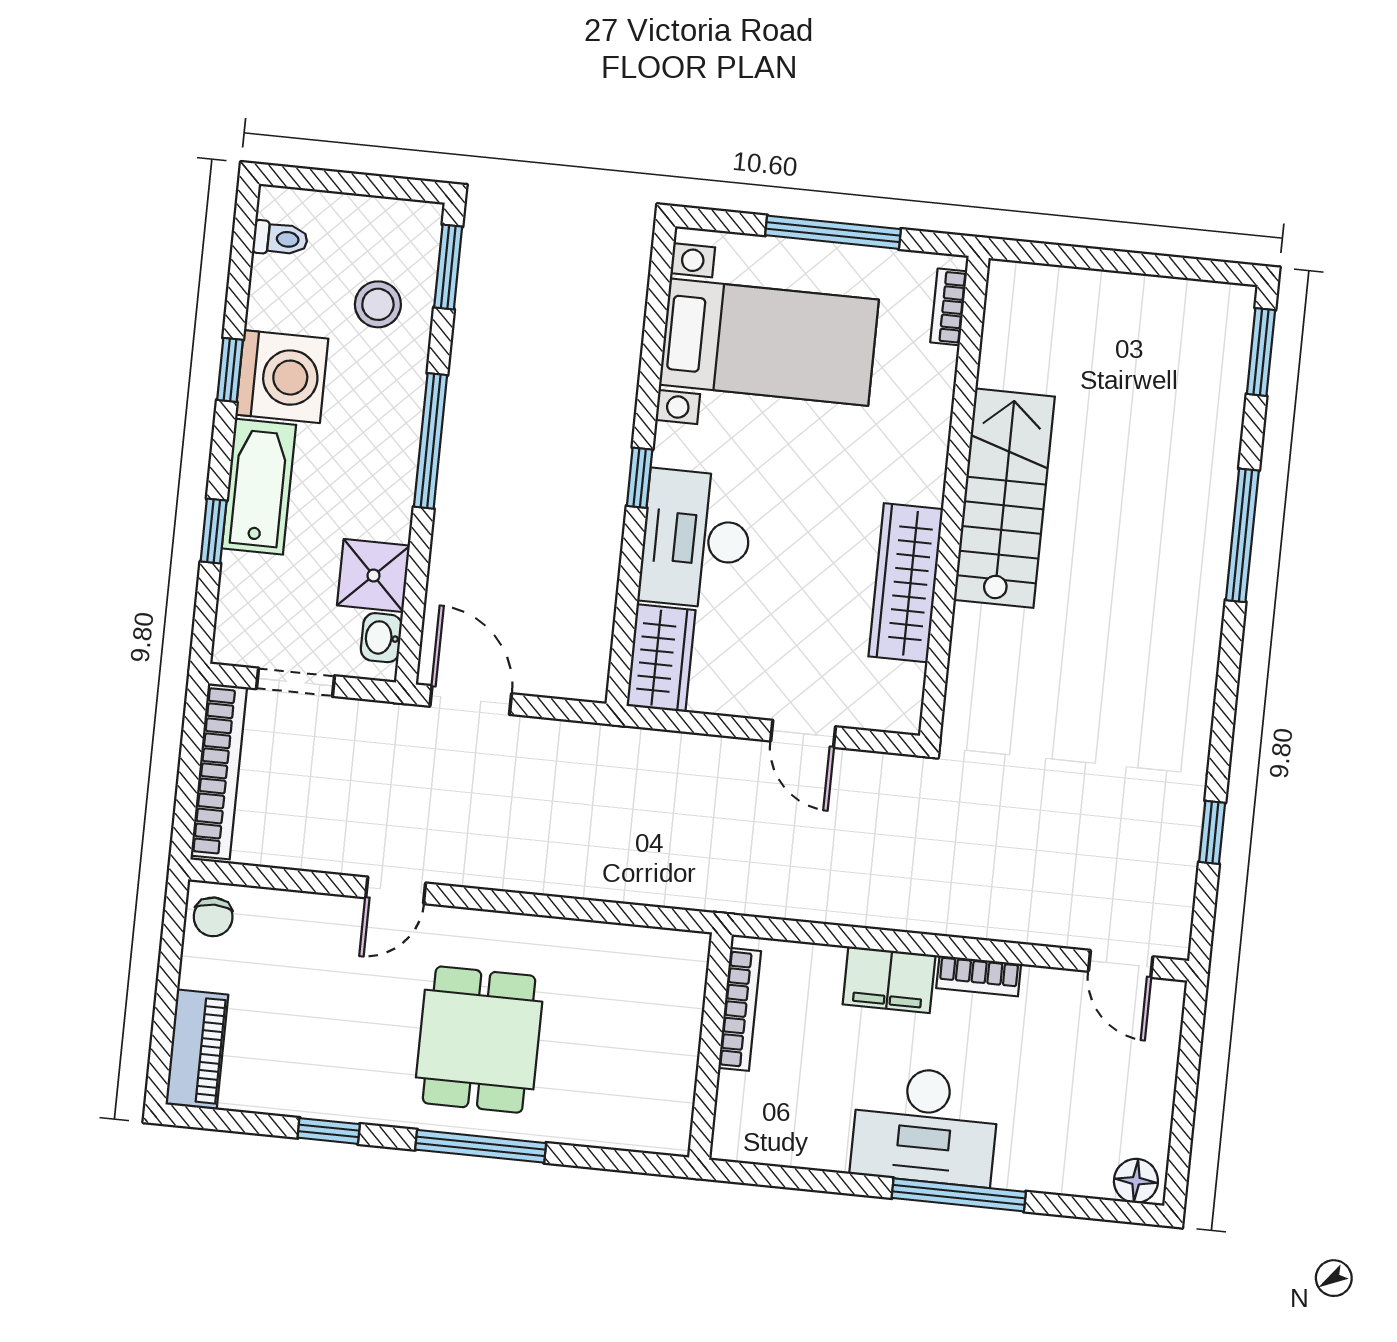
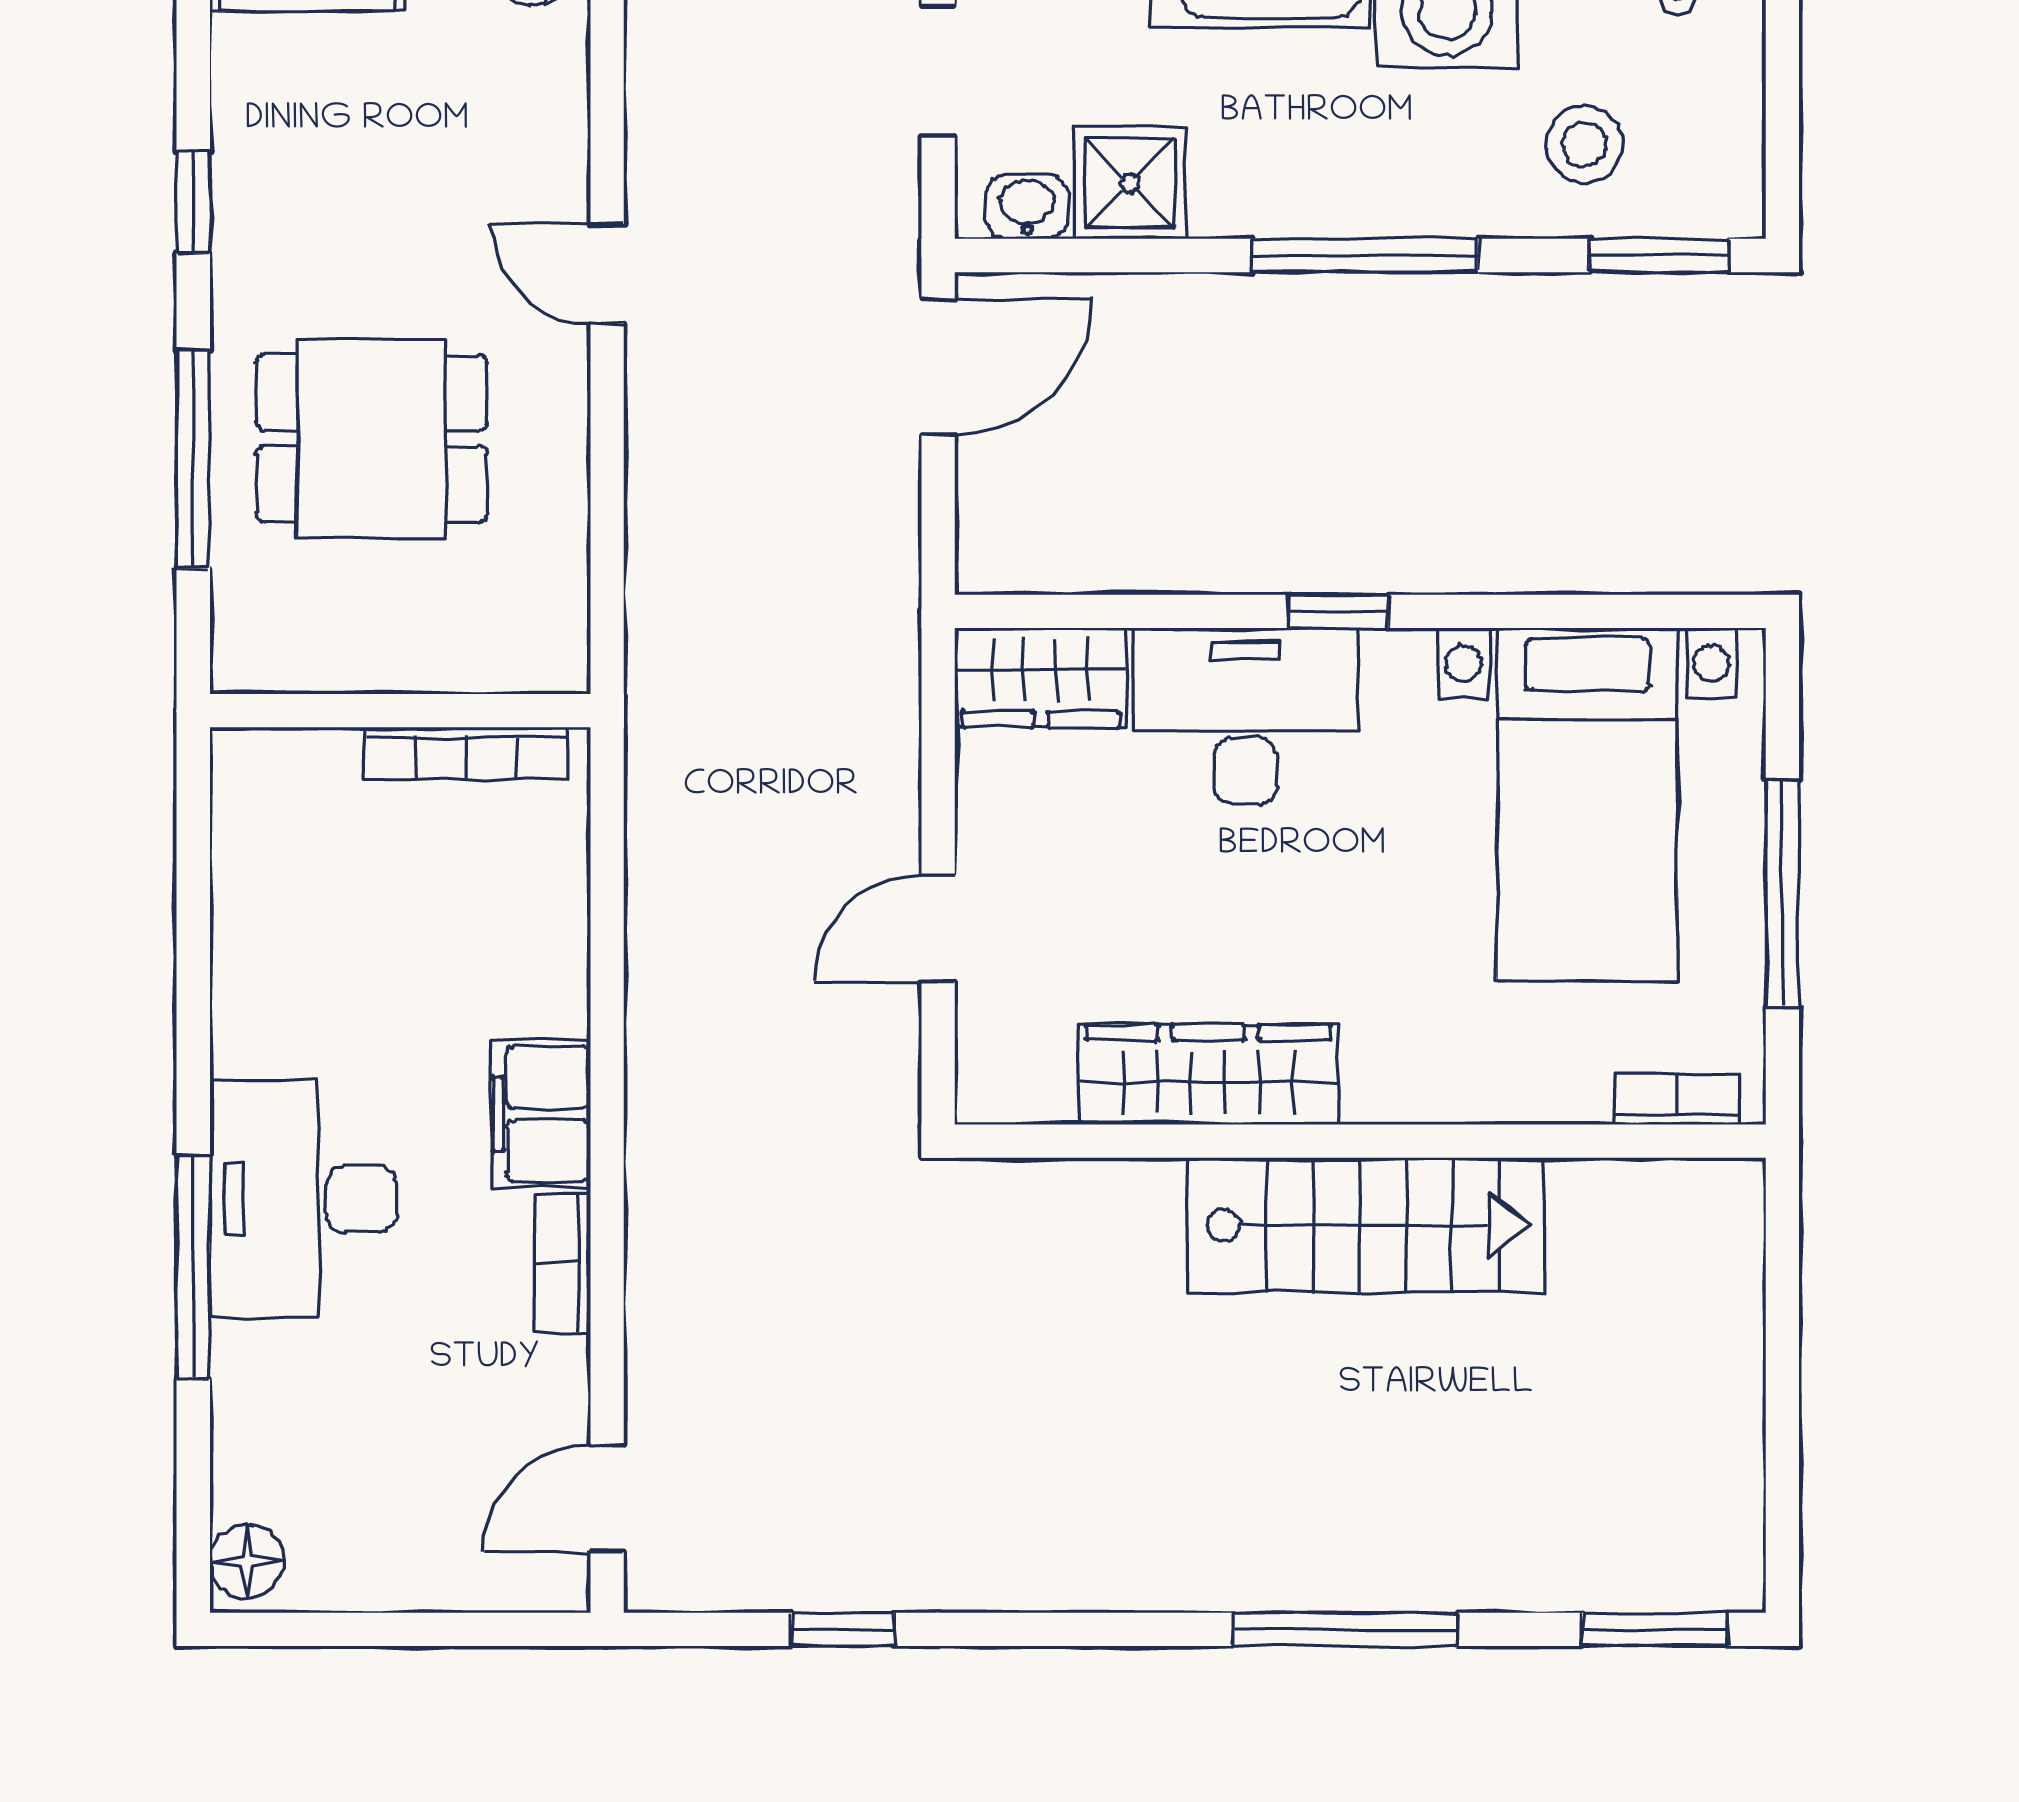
bookcase: (740, 1009) -> (466, 753), moved
wall: (710, 1046) -> (400, 711), moved

